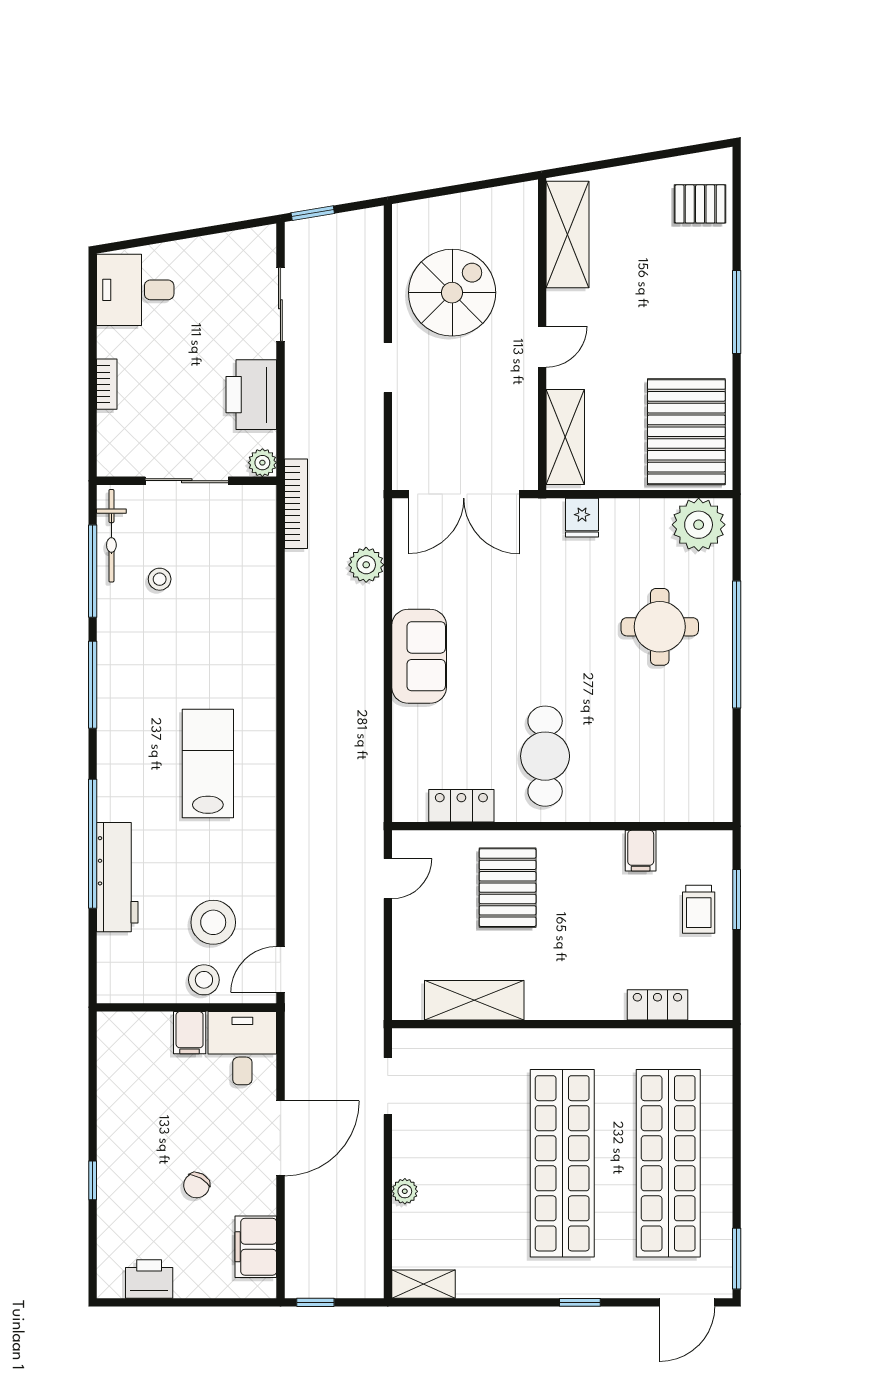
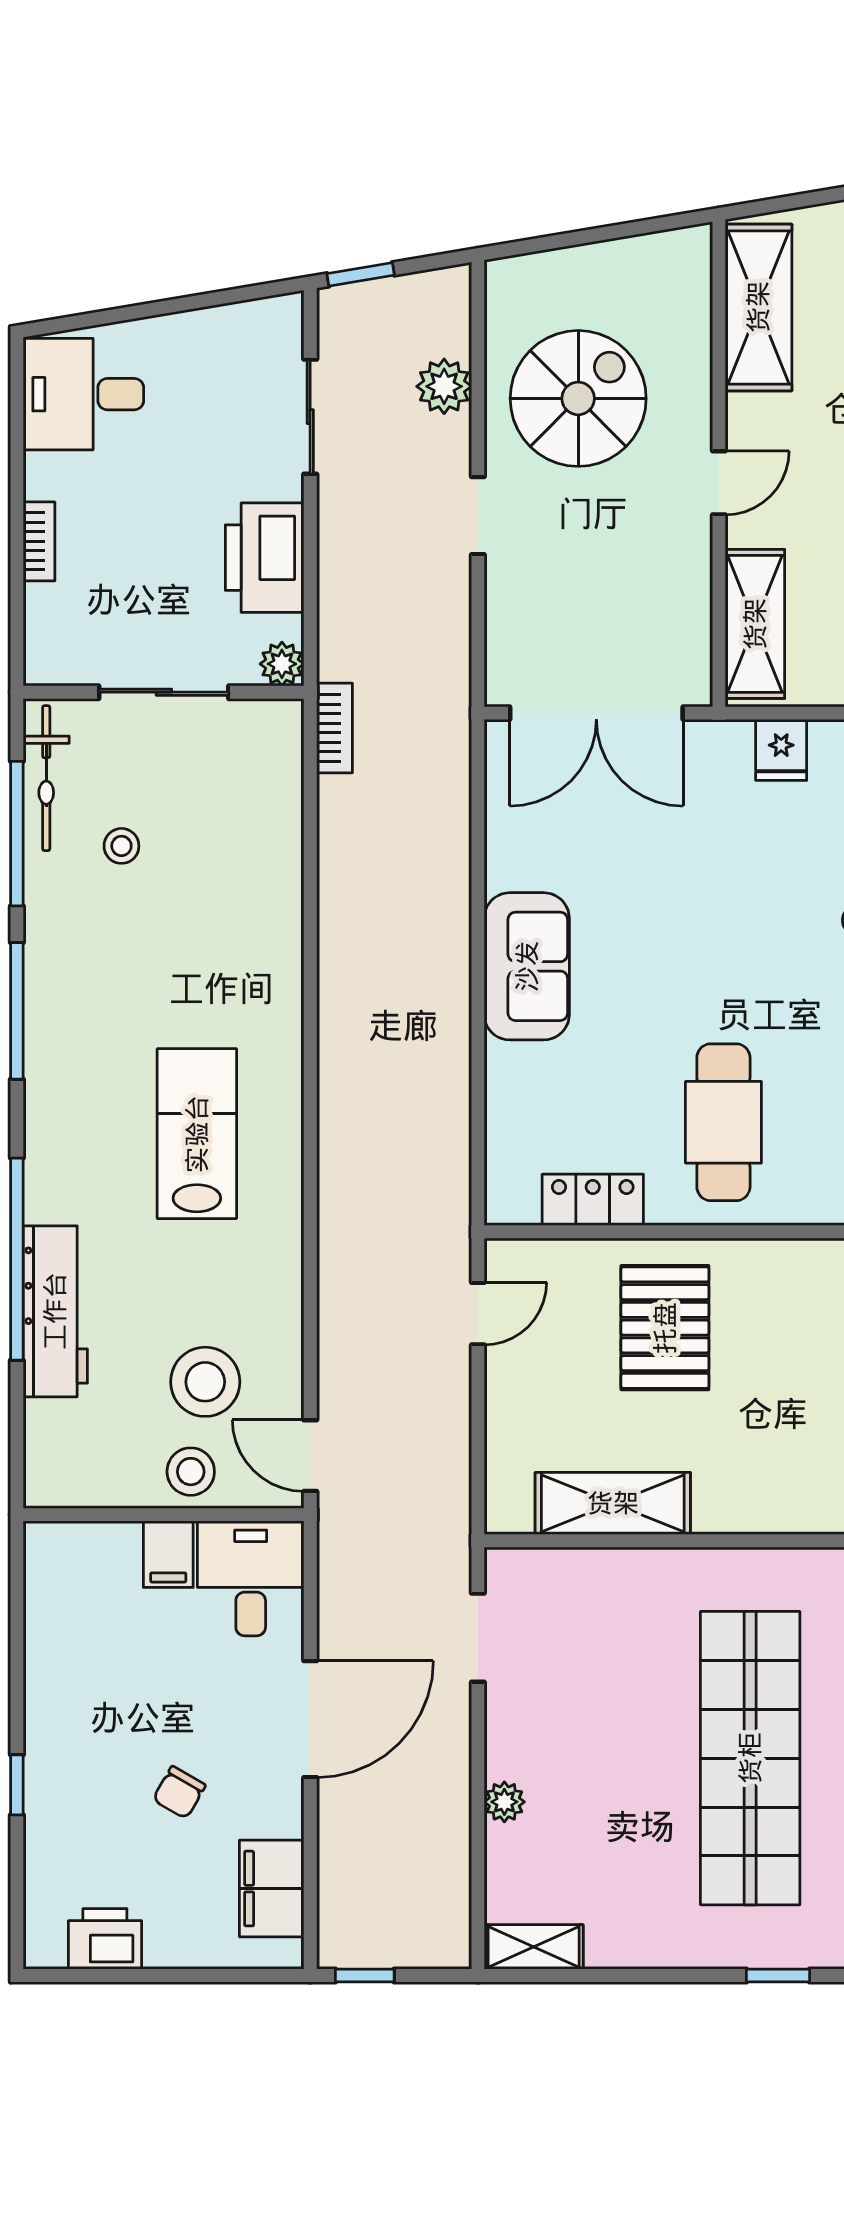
bookcase: (296, 504) -> (334, 728), width x0.64
plant: (366, 565) -> (444, 386), moved
door: (280, 970) -> (310, 1456), hinge flipped

